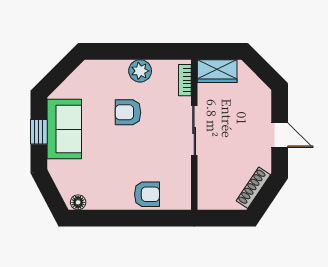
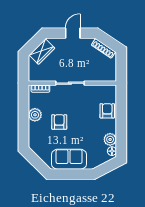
wardrobe: (217, 71) -> (42, 52), moved, turned 45
armchair: (128, 112) -> (59, 122), turned 180
window: (39, 132) -> (71, 174), removed
plant: (98, 199) -> (110, 139), added

